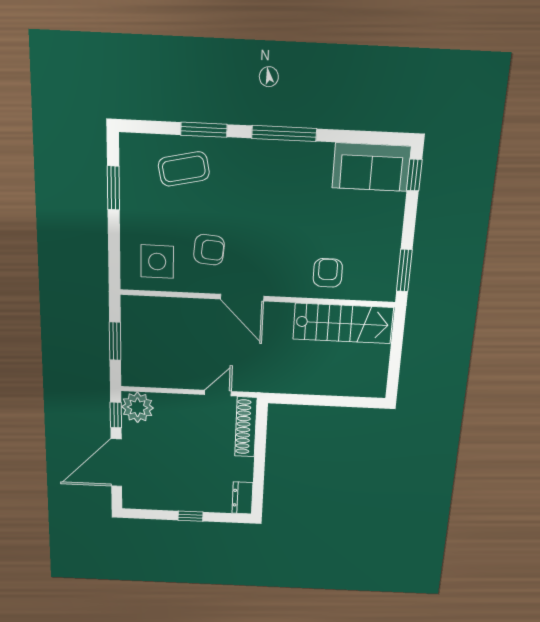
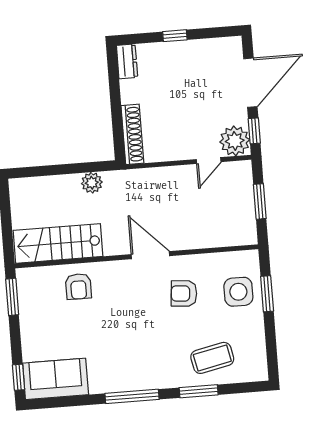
window: (113, 188) -> (267, 294), moved
side table: (157, 262) -> (238, 292), moved
plant: (296, 383) -> (92, 183), added
door: (218, 393) -> (209, 161), moved

